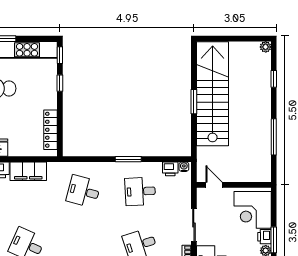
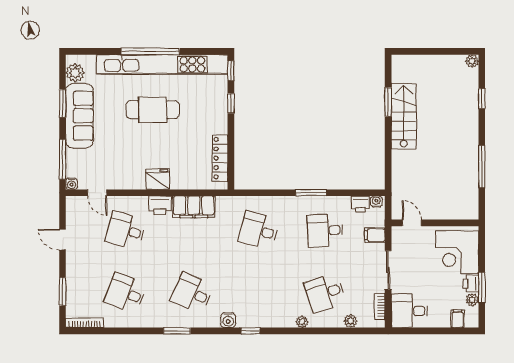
stairs: (213, 94) -> (404, 116), width x0.54, depth x0.66
window: (194, 102) -> (388, 102), moved
filing cabinet: (183, 195) -> (375, 235), added

